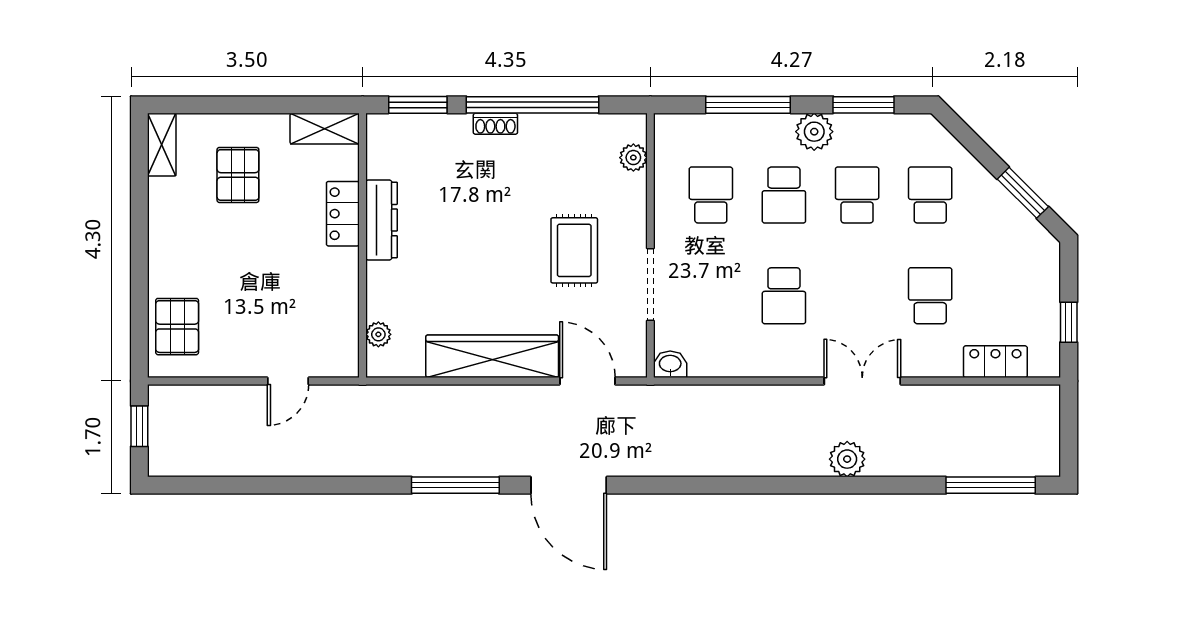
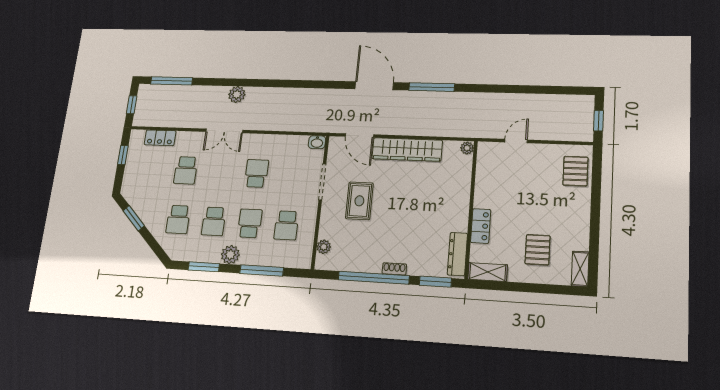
dresser: (382, 220) -> (457, 254), moved
plant: (378, 334) -> (467, 148), moved
window: (1069, 430) -> (132, 105), added

